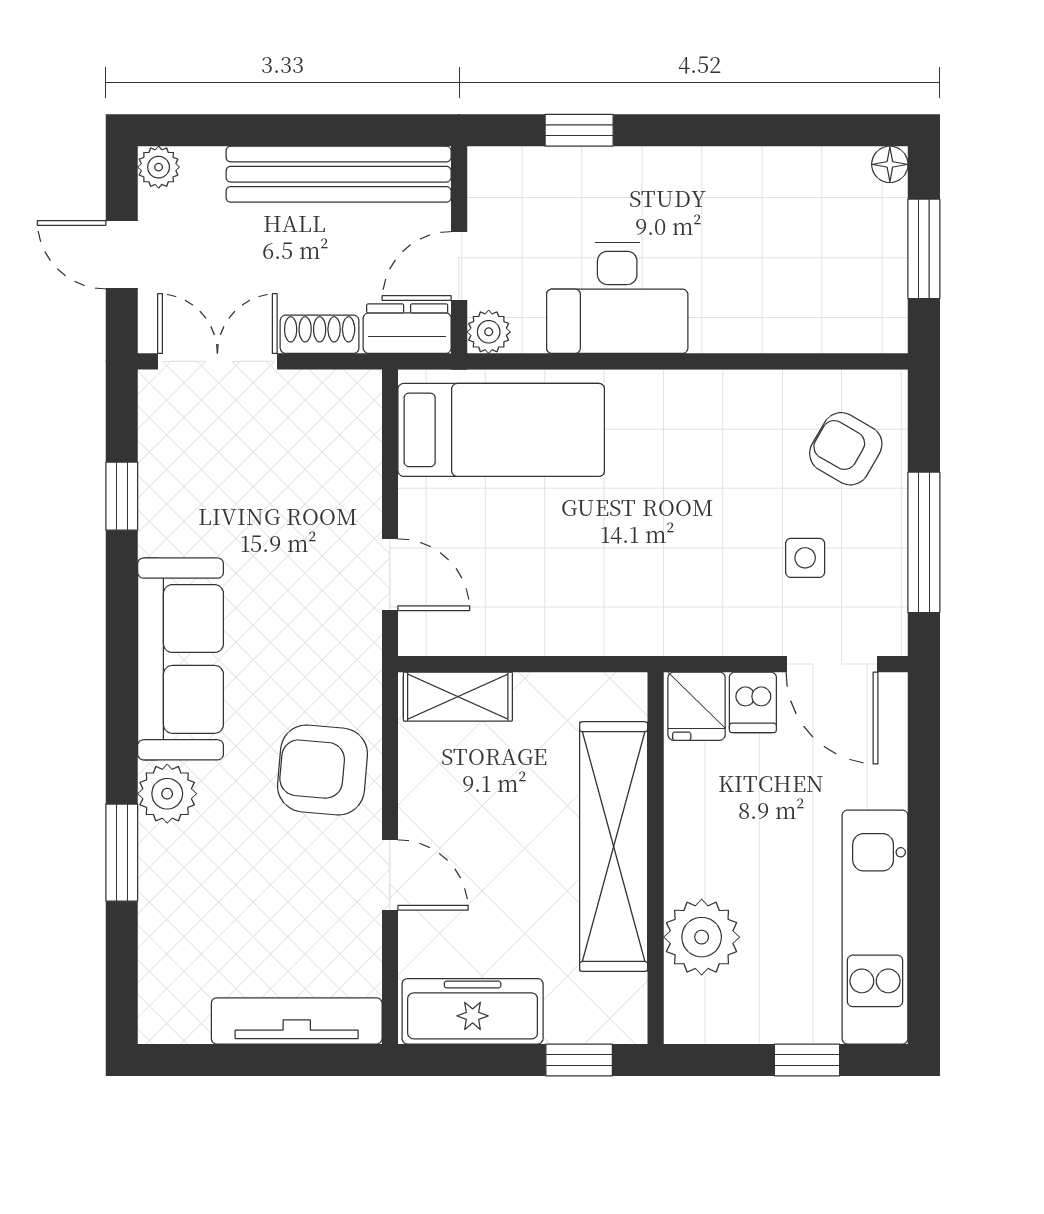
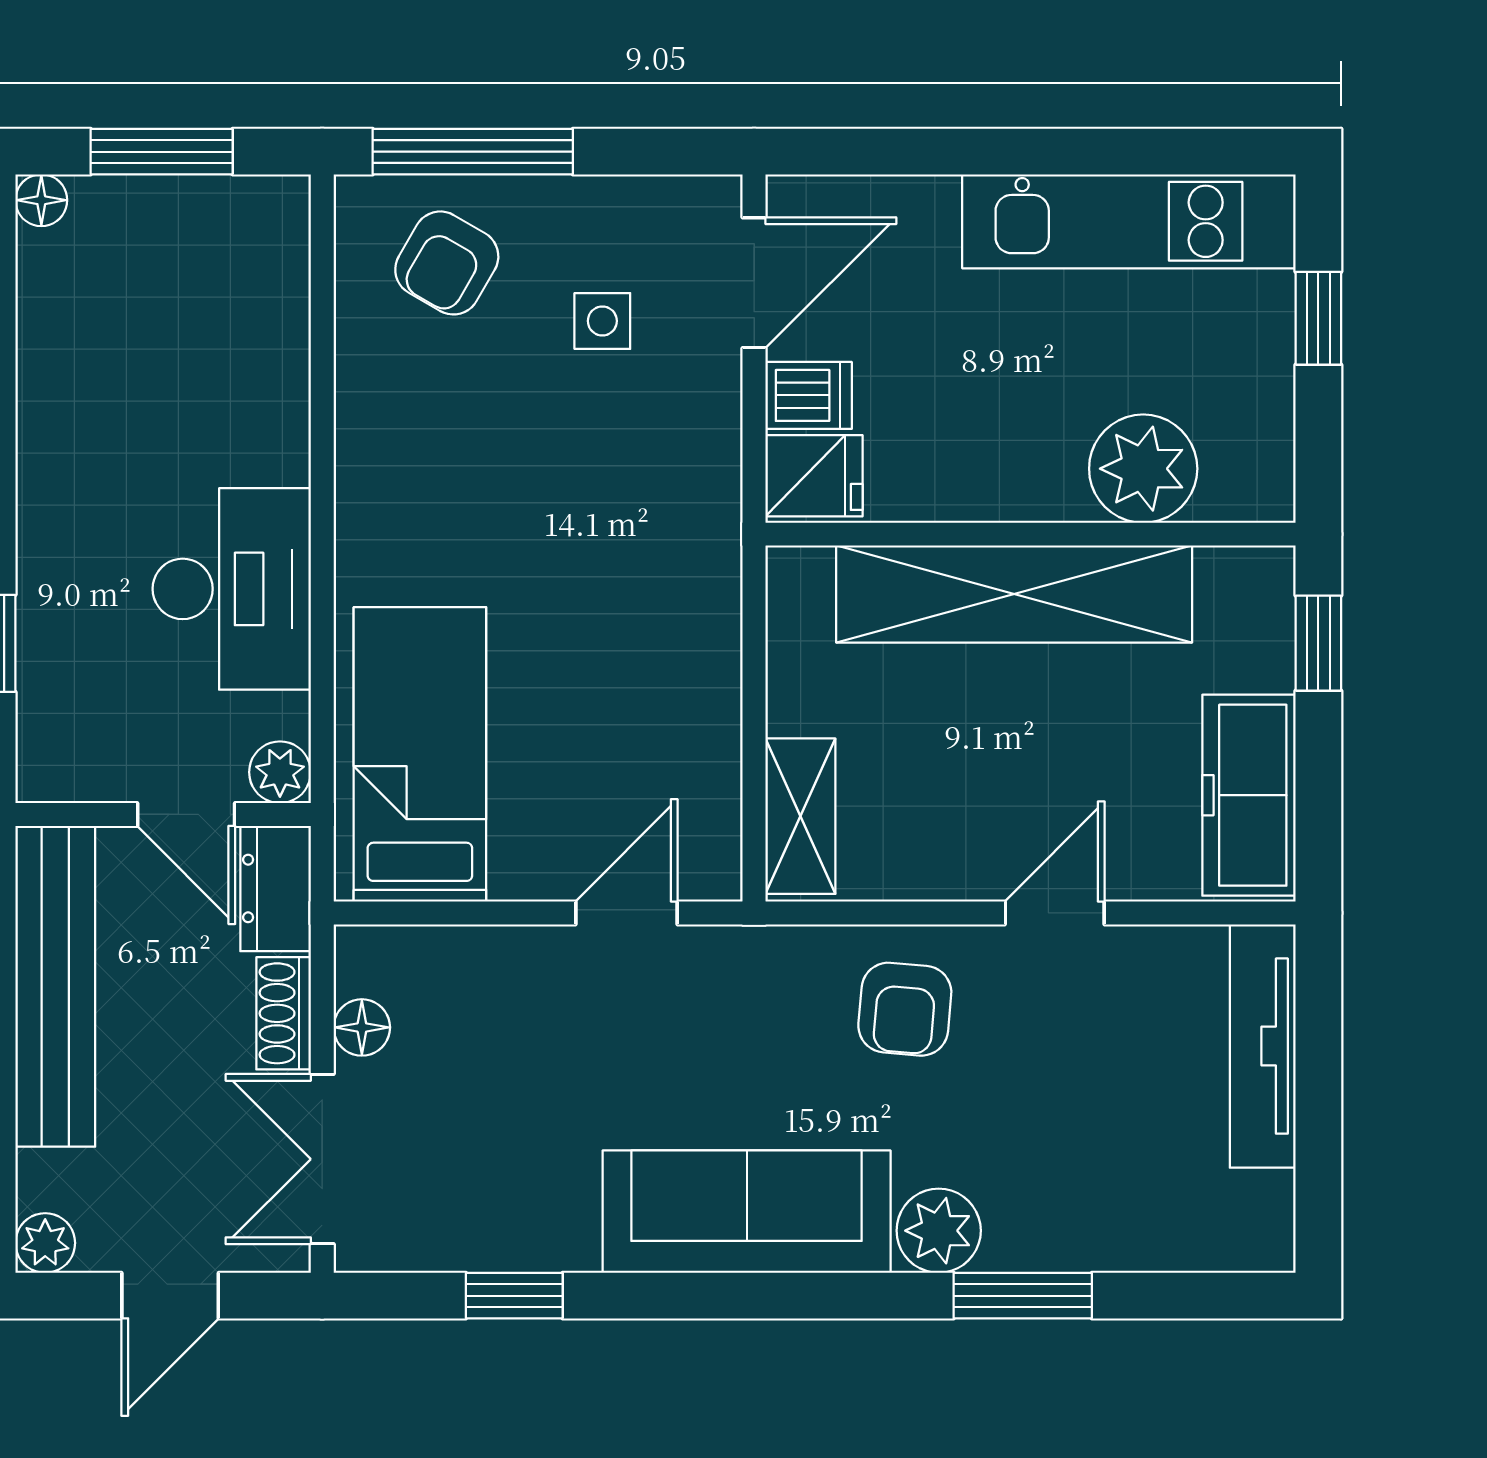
floor lamp: (310, 389) -> (362, 1027), added
window: (924, 542) -> (473, 152), moved
armchair: (323, 770) -> (905, 1009), width x0.72, depth x0.72

